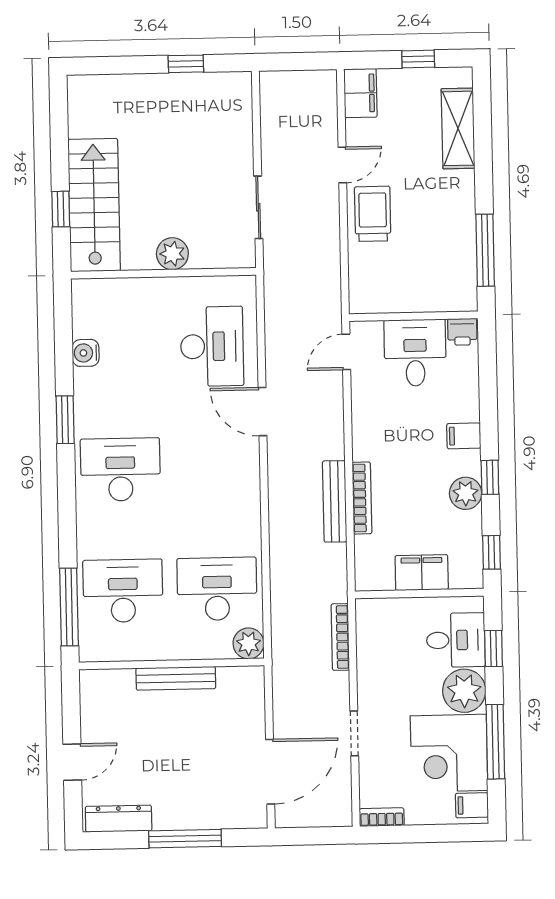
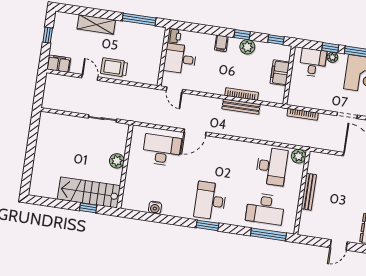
window: (186, 64) -> (32, 140), removed
shelving: (458, 128) -> (96, 24), moved
window: (65, 420) -> (208, 225), moved
desk: (217, 589) -> (272, 166), turned 180
desk: (123, 591) -> (265, 209), turned -90
window: (493, 649) -> (330, 48), moved
plant: (464, 691) -> (332, 57), width x0.53, depth x0.53
door: (72, 762) -> (339, 245), swing flipped

